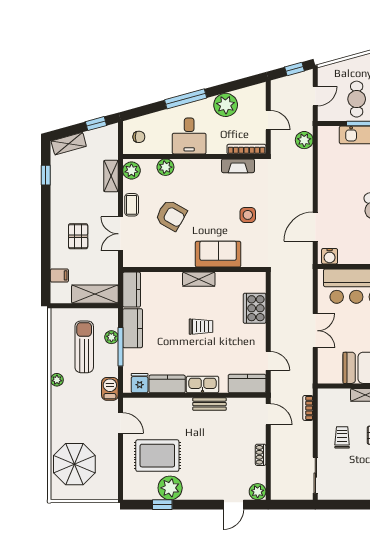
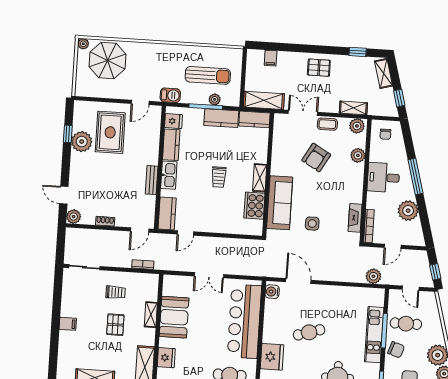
pallet: (78, 236) -> (319, 68), moved
sofa: (218, 254) -> (280, 203), width x1.36
shelving: (95, 294) -> (264, 100), moved, turned 90
cooker: (255, 308) -> (254, 206), moved, turned -90
plant: (57, 380) -> (83, 44), moved

